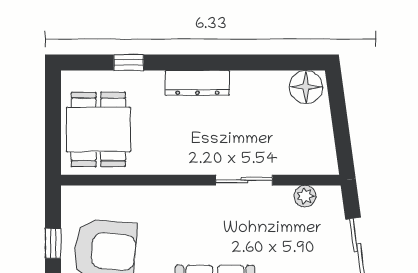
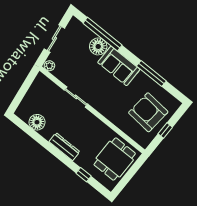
floor lamp: (306, 87) -> (37, 122), moved
plant: (305, 196) -> (49, 66), moved

